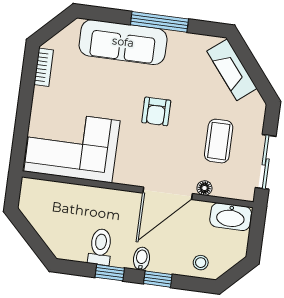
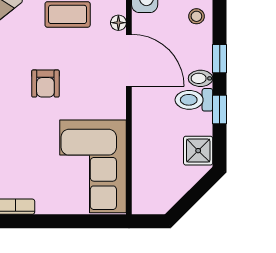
armchair: (156, 111) -> (45, 84), turned 90
shower: (74, 247) -> (198, 151), added
toilet: (100, 247) -> (194, 100), moved

